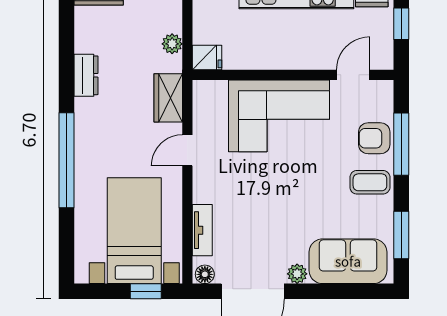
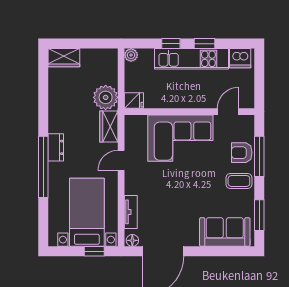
window: (401, 24) -> (259, 79), removed
plant: (172, 44) -> (106, 97), width x1.87, depth x1.87
dresser: (86, 75) -> (56, 147), moved
plant: (297, 274) -> (192, 240), removed

